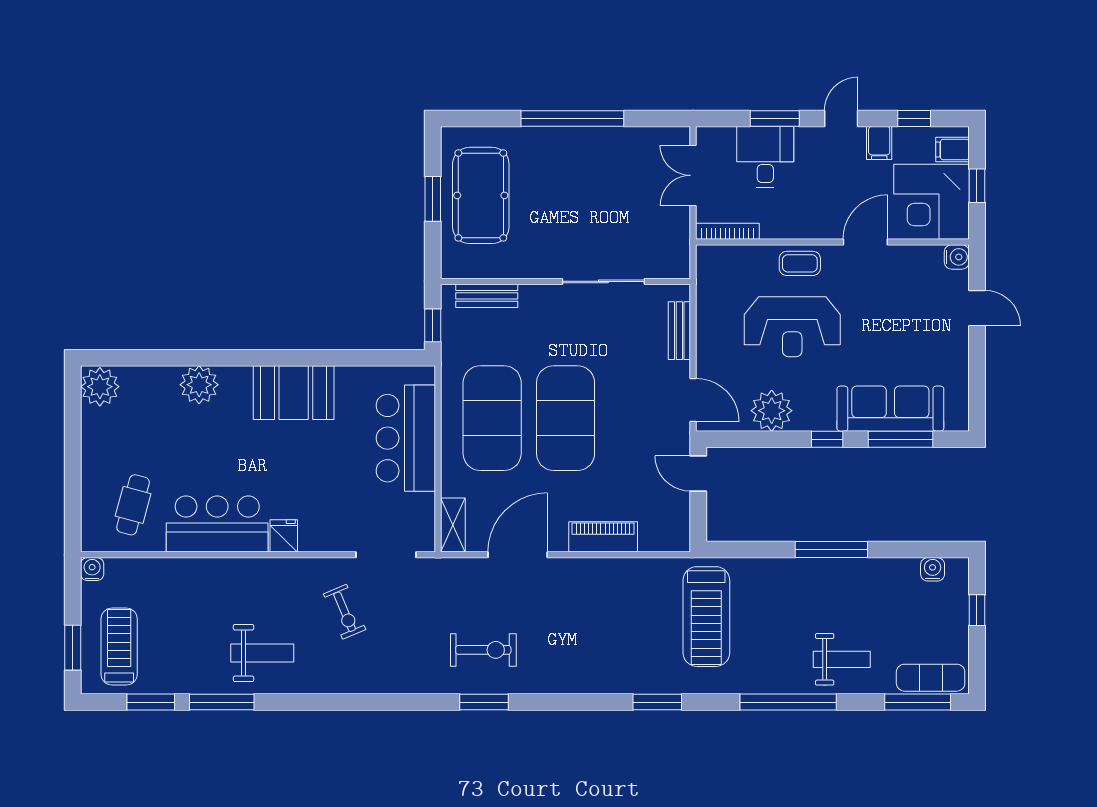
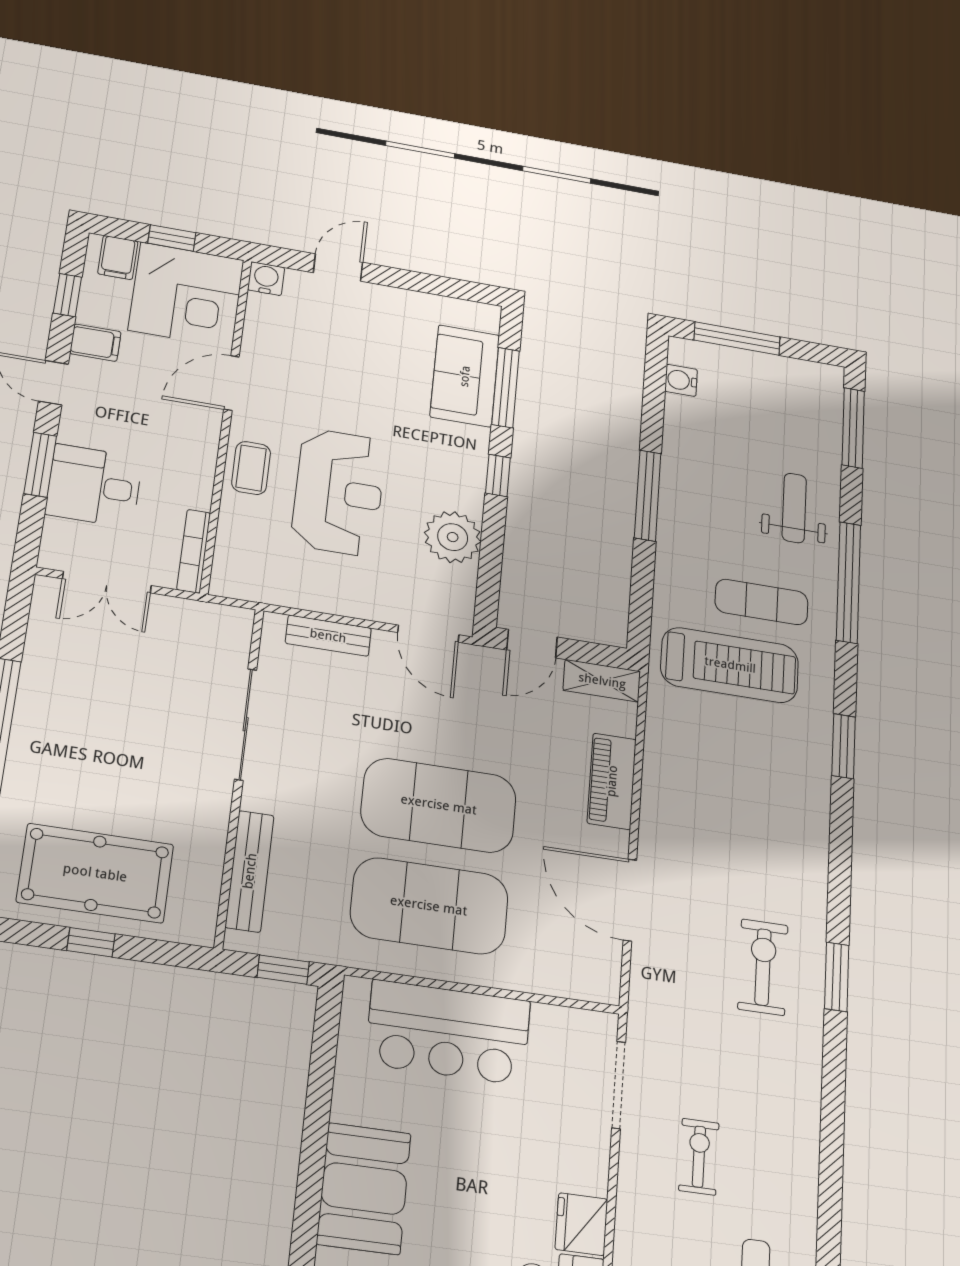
window: (433, 199) -> (91, 942), width x0.67
door: (865, 242) -> (231, 383), hinge flipped
bench: (487, 296) -> (250, 871), width x1.36
door: (693, 400) -> (428, 634), swing flipped
sofa: (890, 409) -> (465, 376), width x0.73
shelving: (453, 525) -> (602, 681), moved
fridge: (284, 536) -> (581, 1224), width x1.38
window: (977, 610) -> (737, 339), width x2.17
exercise bike: (345, 612) -> (699, 1157), turned -67
exercise mat: (931, 678) -> (761, 602), moved, turned 90

